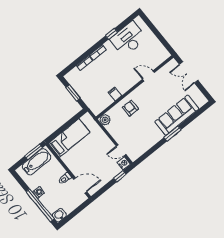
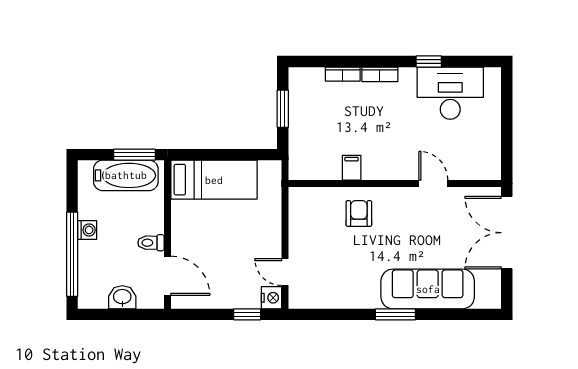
double door: (189, 72) -> (507, 233), width x1.37
plant: (105, 120) -> (300, 198), removed
washbasin: (59, 215) -> (122, 297), moved

